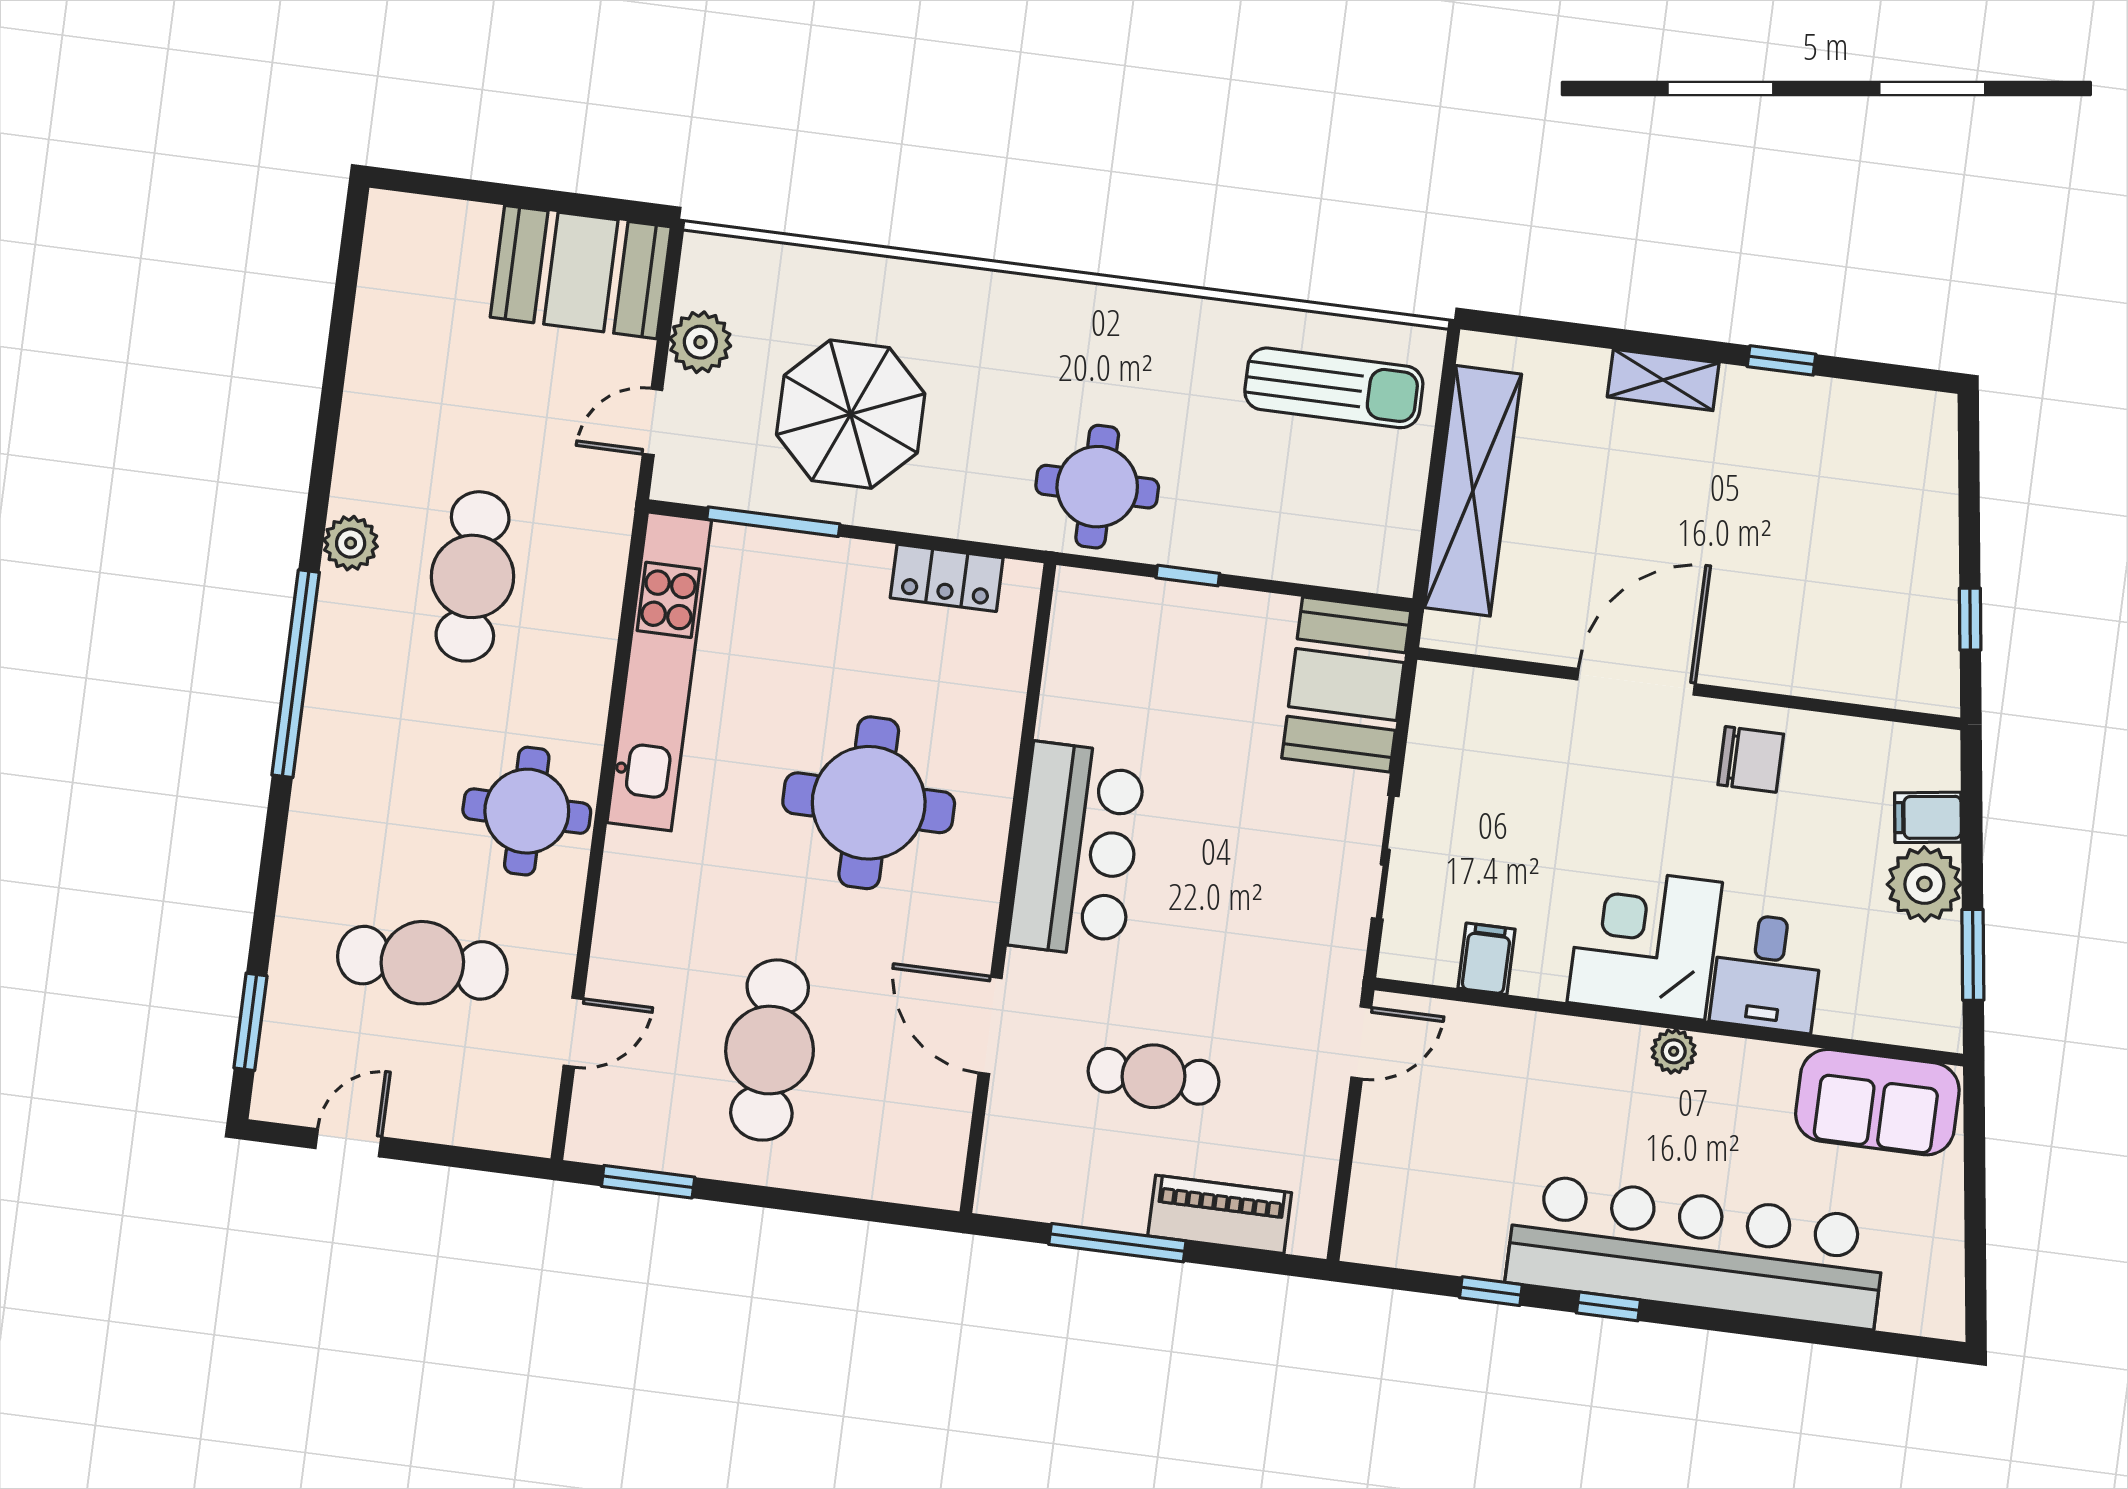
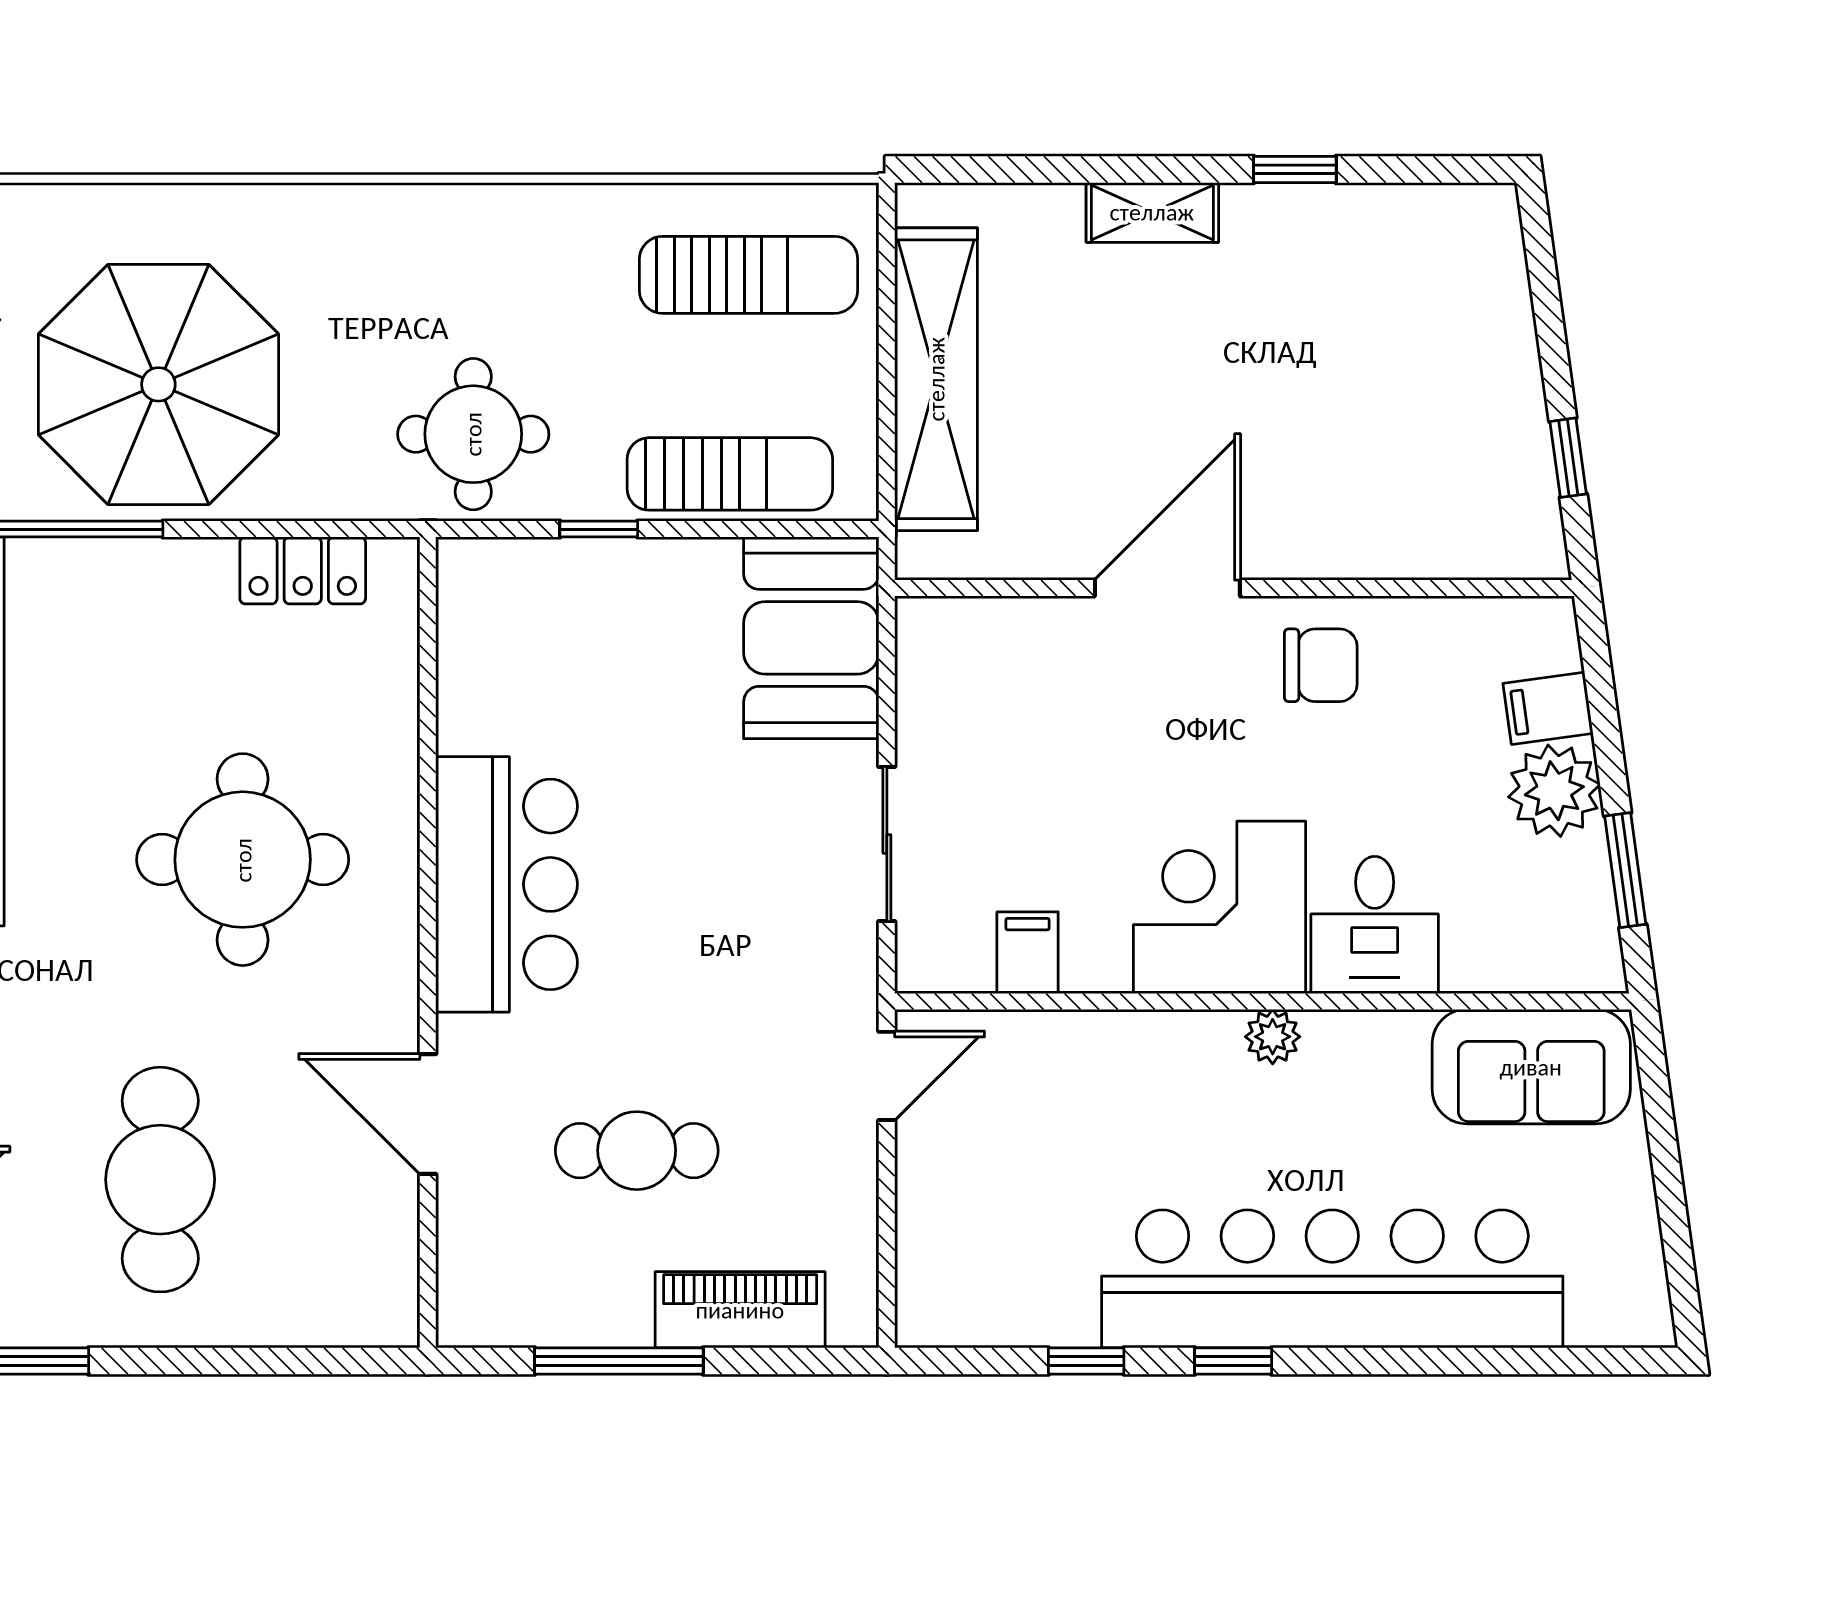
parasol: (851, 414) -> (158, 384), width x1.36, depth x1.36
sun lounger: (1298, 545) -> (730, 474), added

